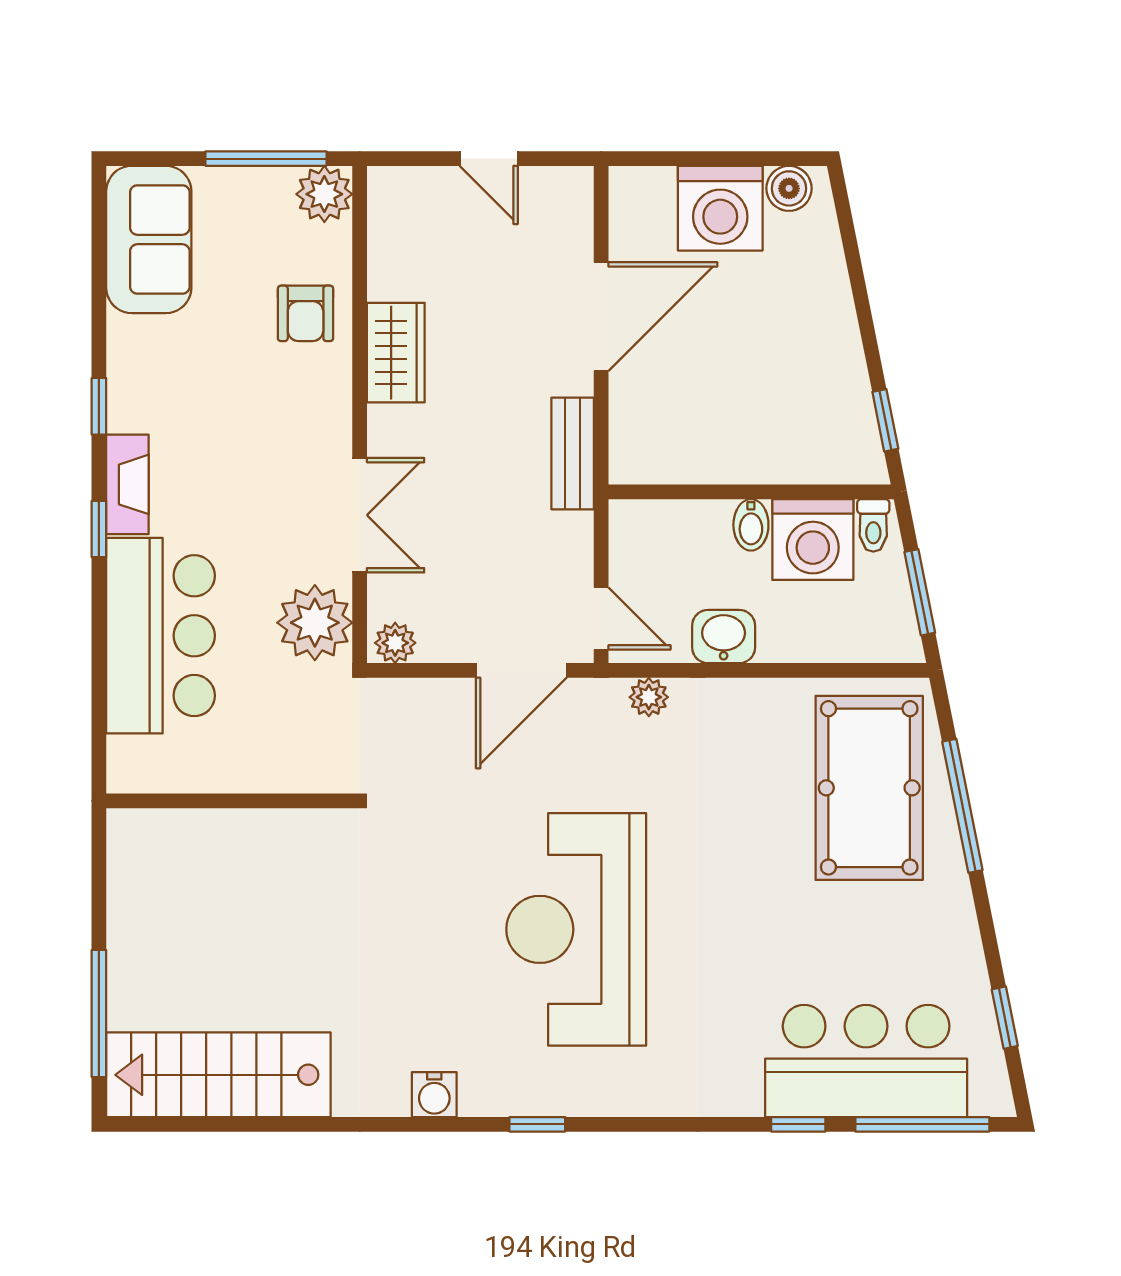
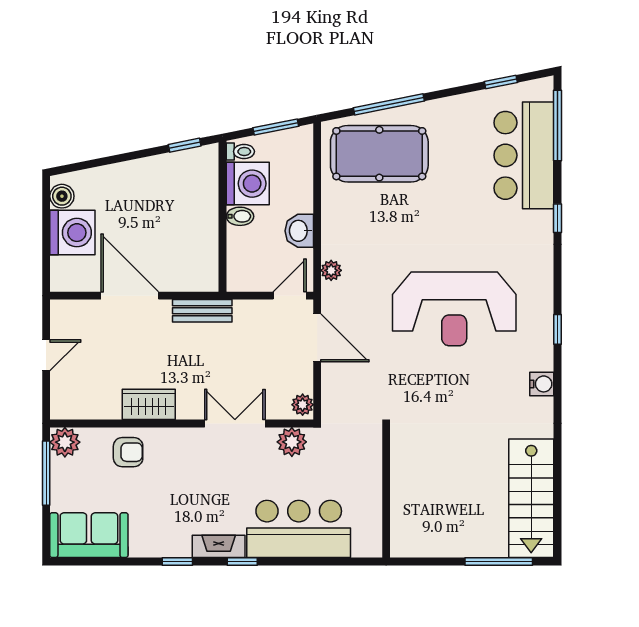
plant: (315, 623) -> (292, 442), width x0.73, depth x0.73
window: (798, 1124) -> (557, 218), moved

